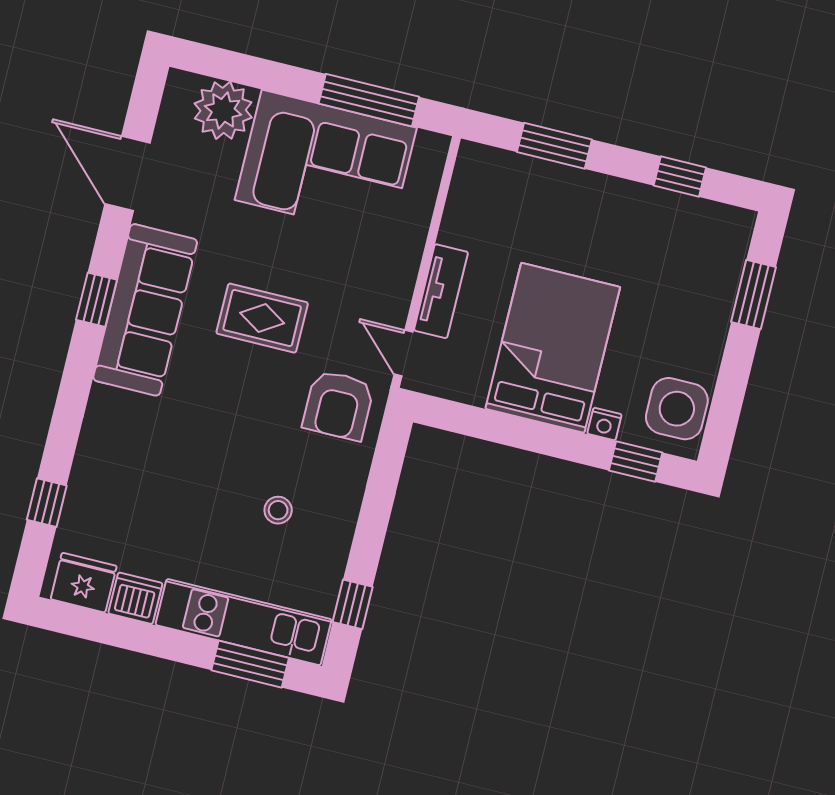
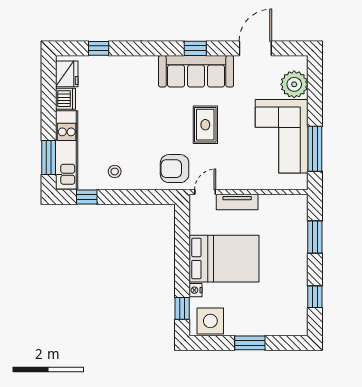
window: (754, 294) -> (250, 343), moved
stool: (278, 510) -> (115, 171), moved

